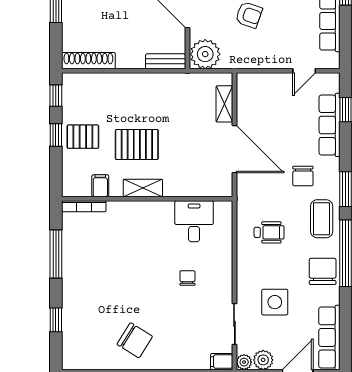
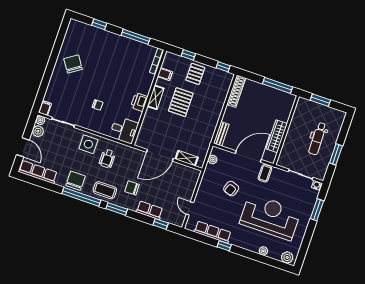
plant: (205, 54) -> (213, 160), width x0.53, depth x0.53
row of seats: (330, 125) -> (149, 210), width x0.68
window: (56, 135) -> (188, 55), moved
printer: (160, 212) -> (139, 102), added
desk: (194, 221) -> (124, 130), moved
chair: (323, 271) -> (76, 181), turned -90
side table: (275, 302) -> (88, 144), moved
chair: (135, 340) -> (73, 64), turned 114

